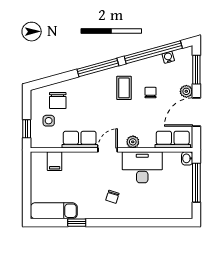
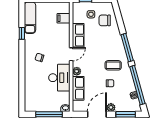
door: (196, 112) -> (97, 114), hinge flipped
row of seats: (173, 140) -> (78, 88), moved
door: (108, 150) -> (71, 54), hinge flipped

